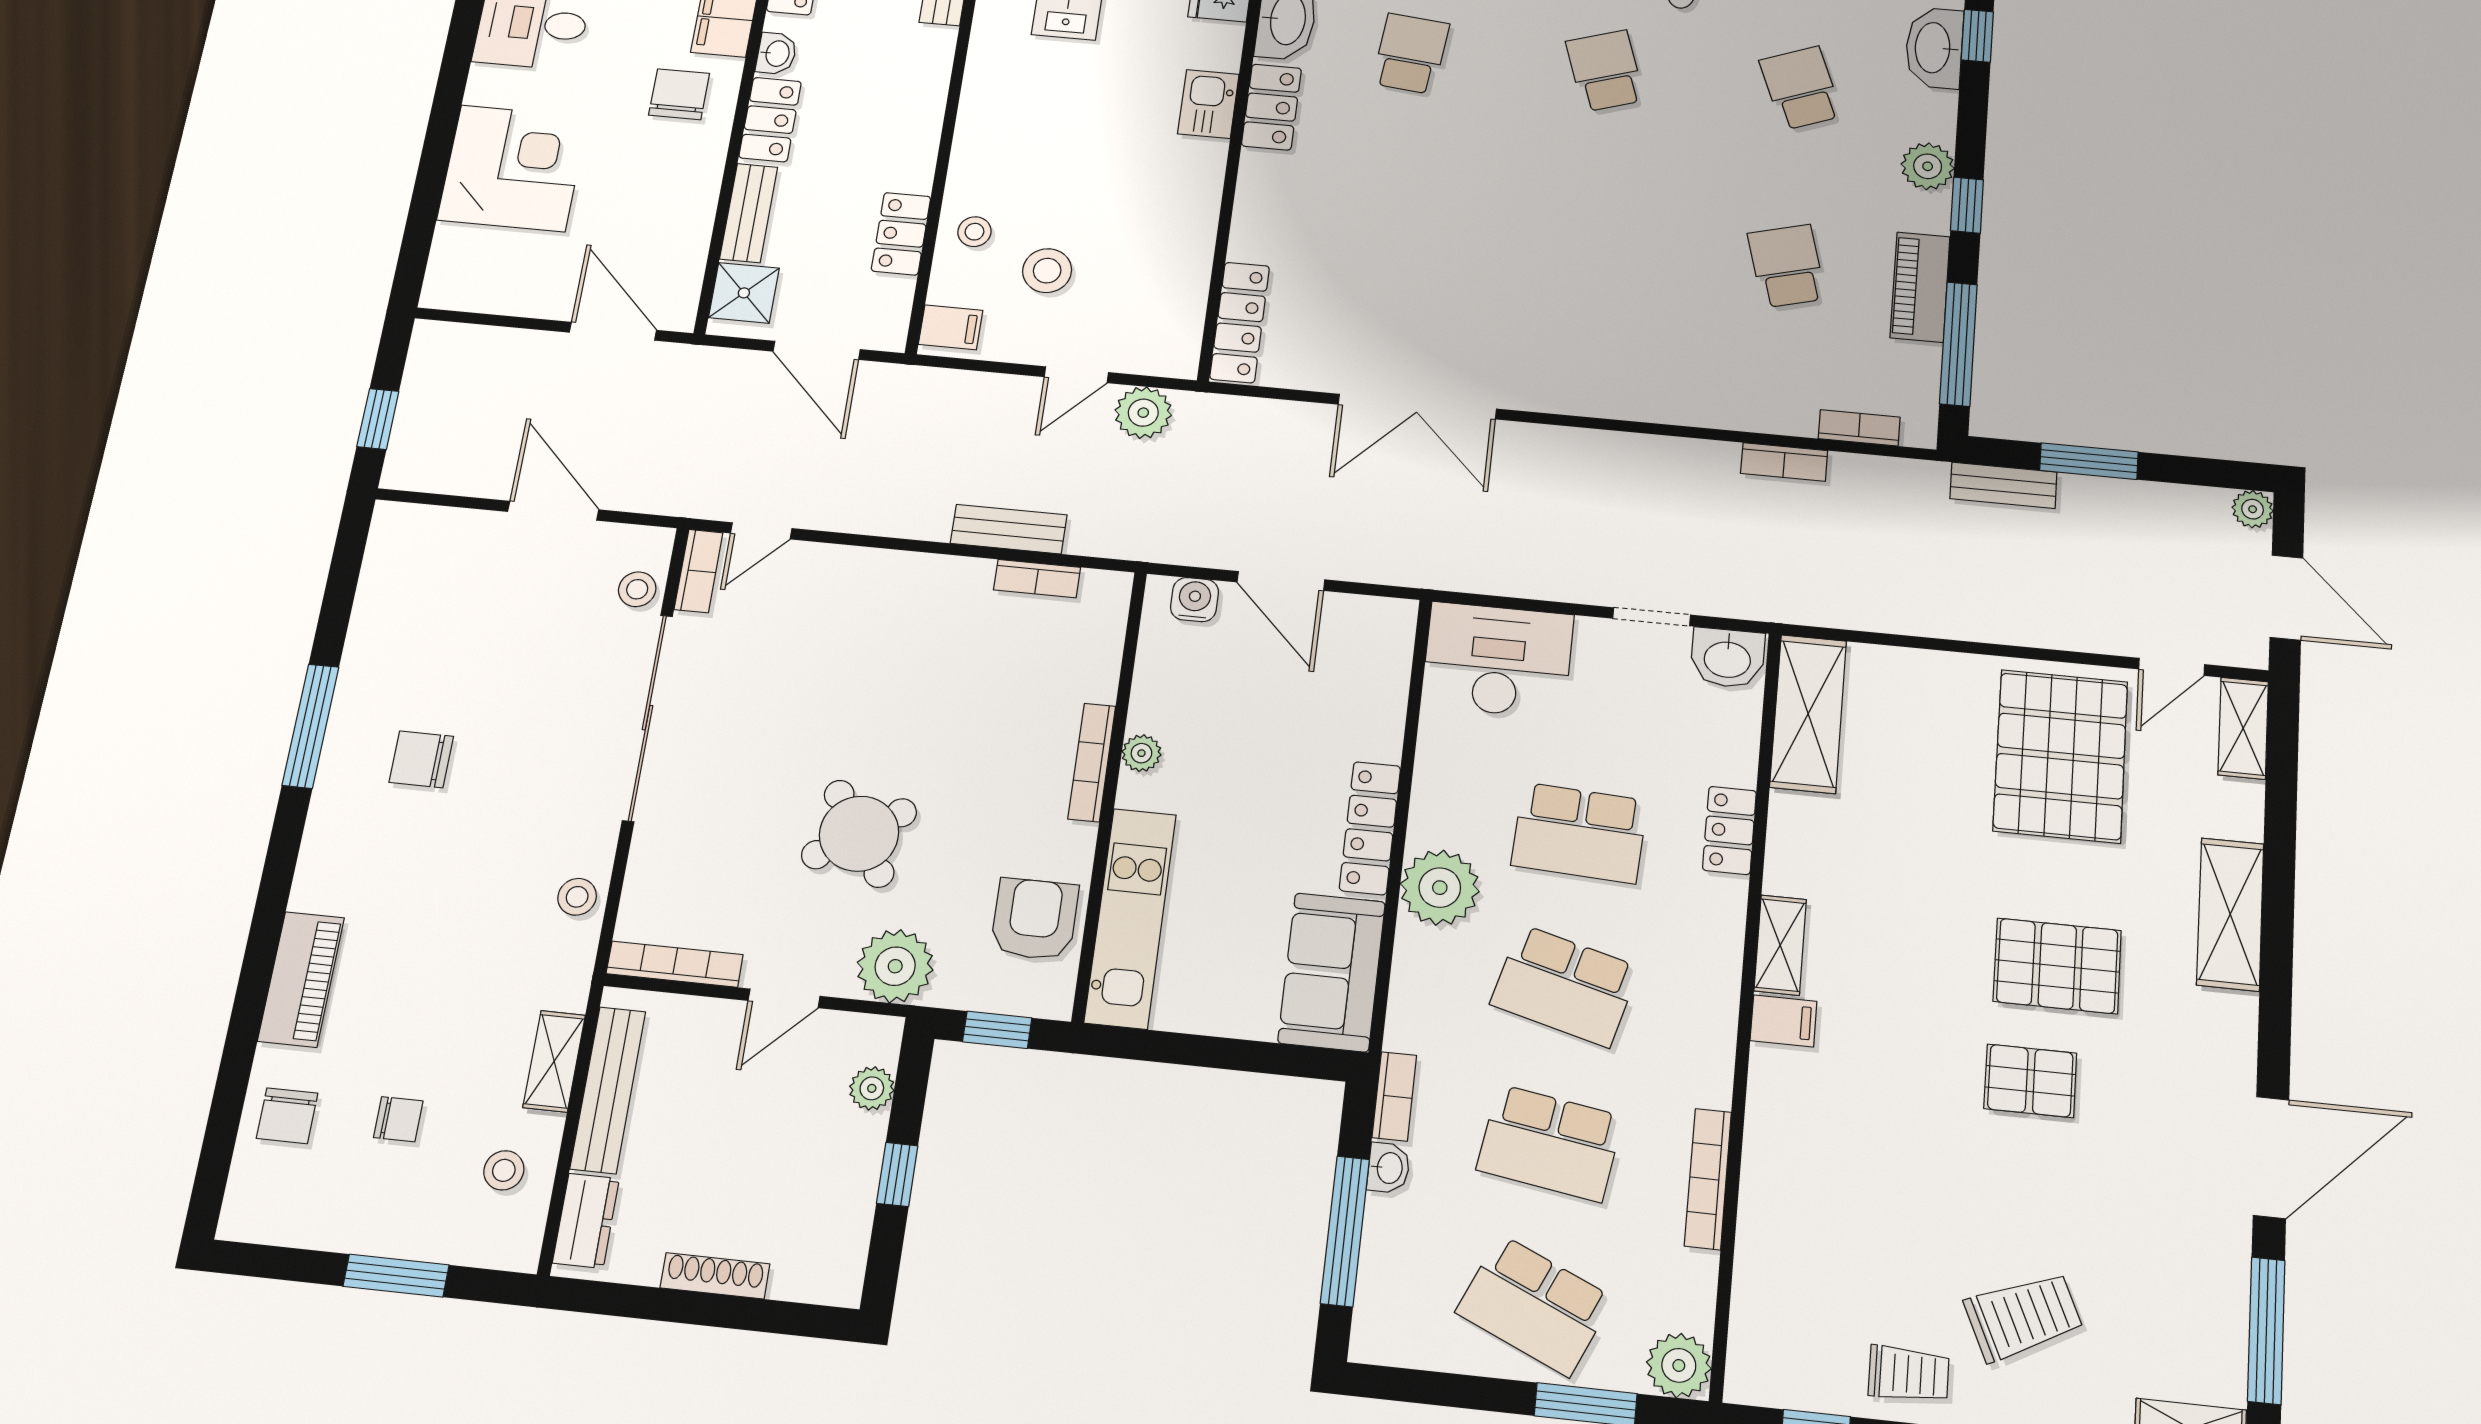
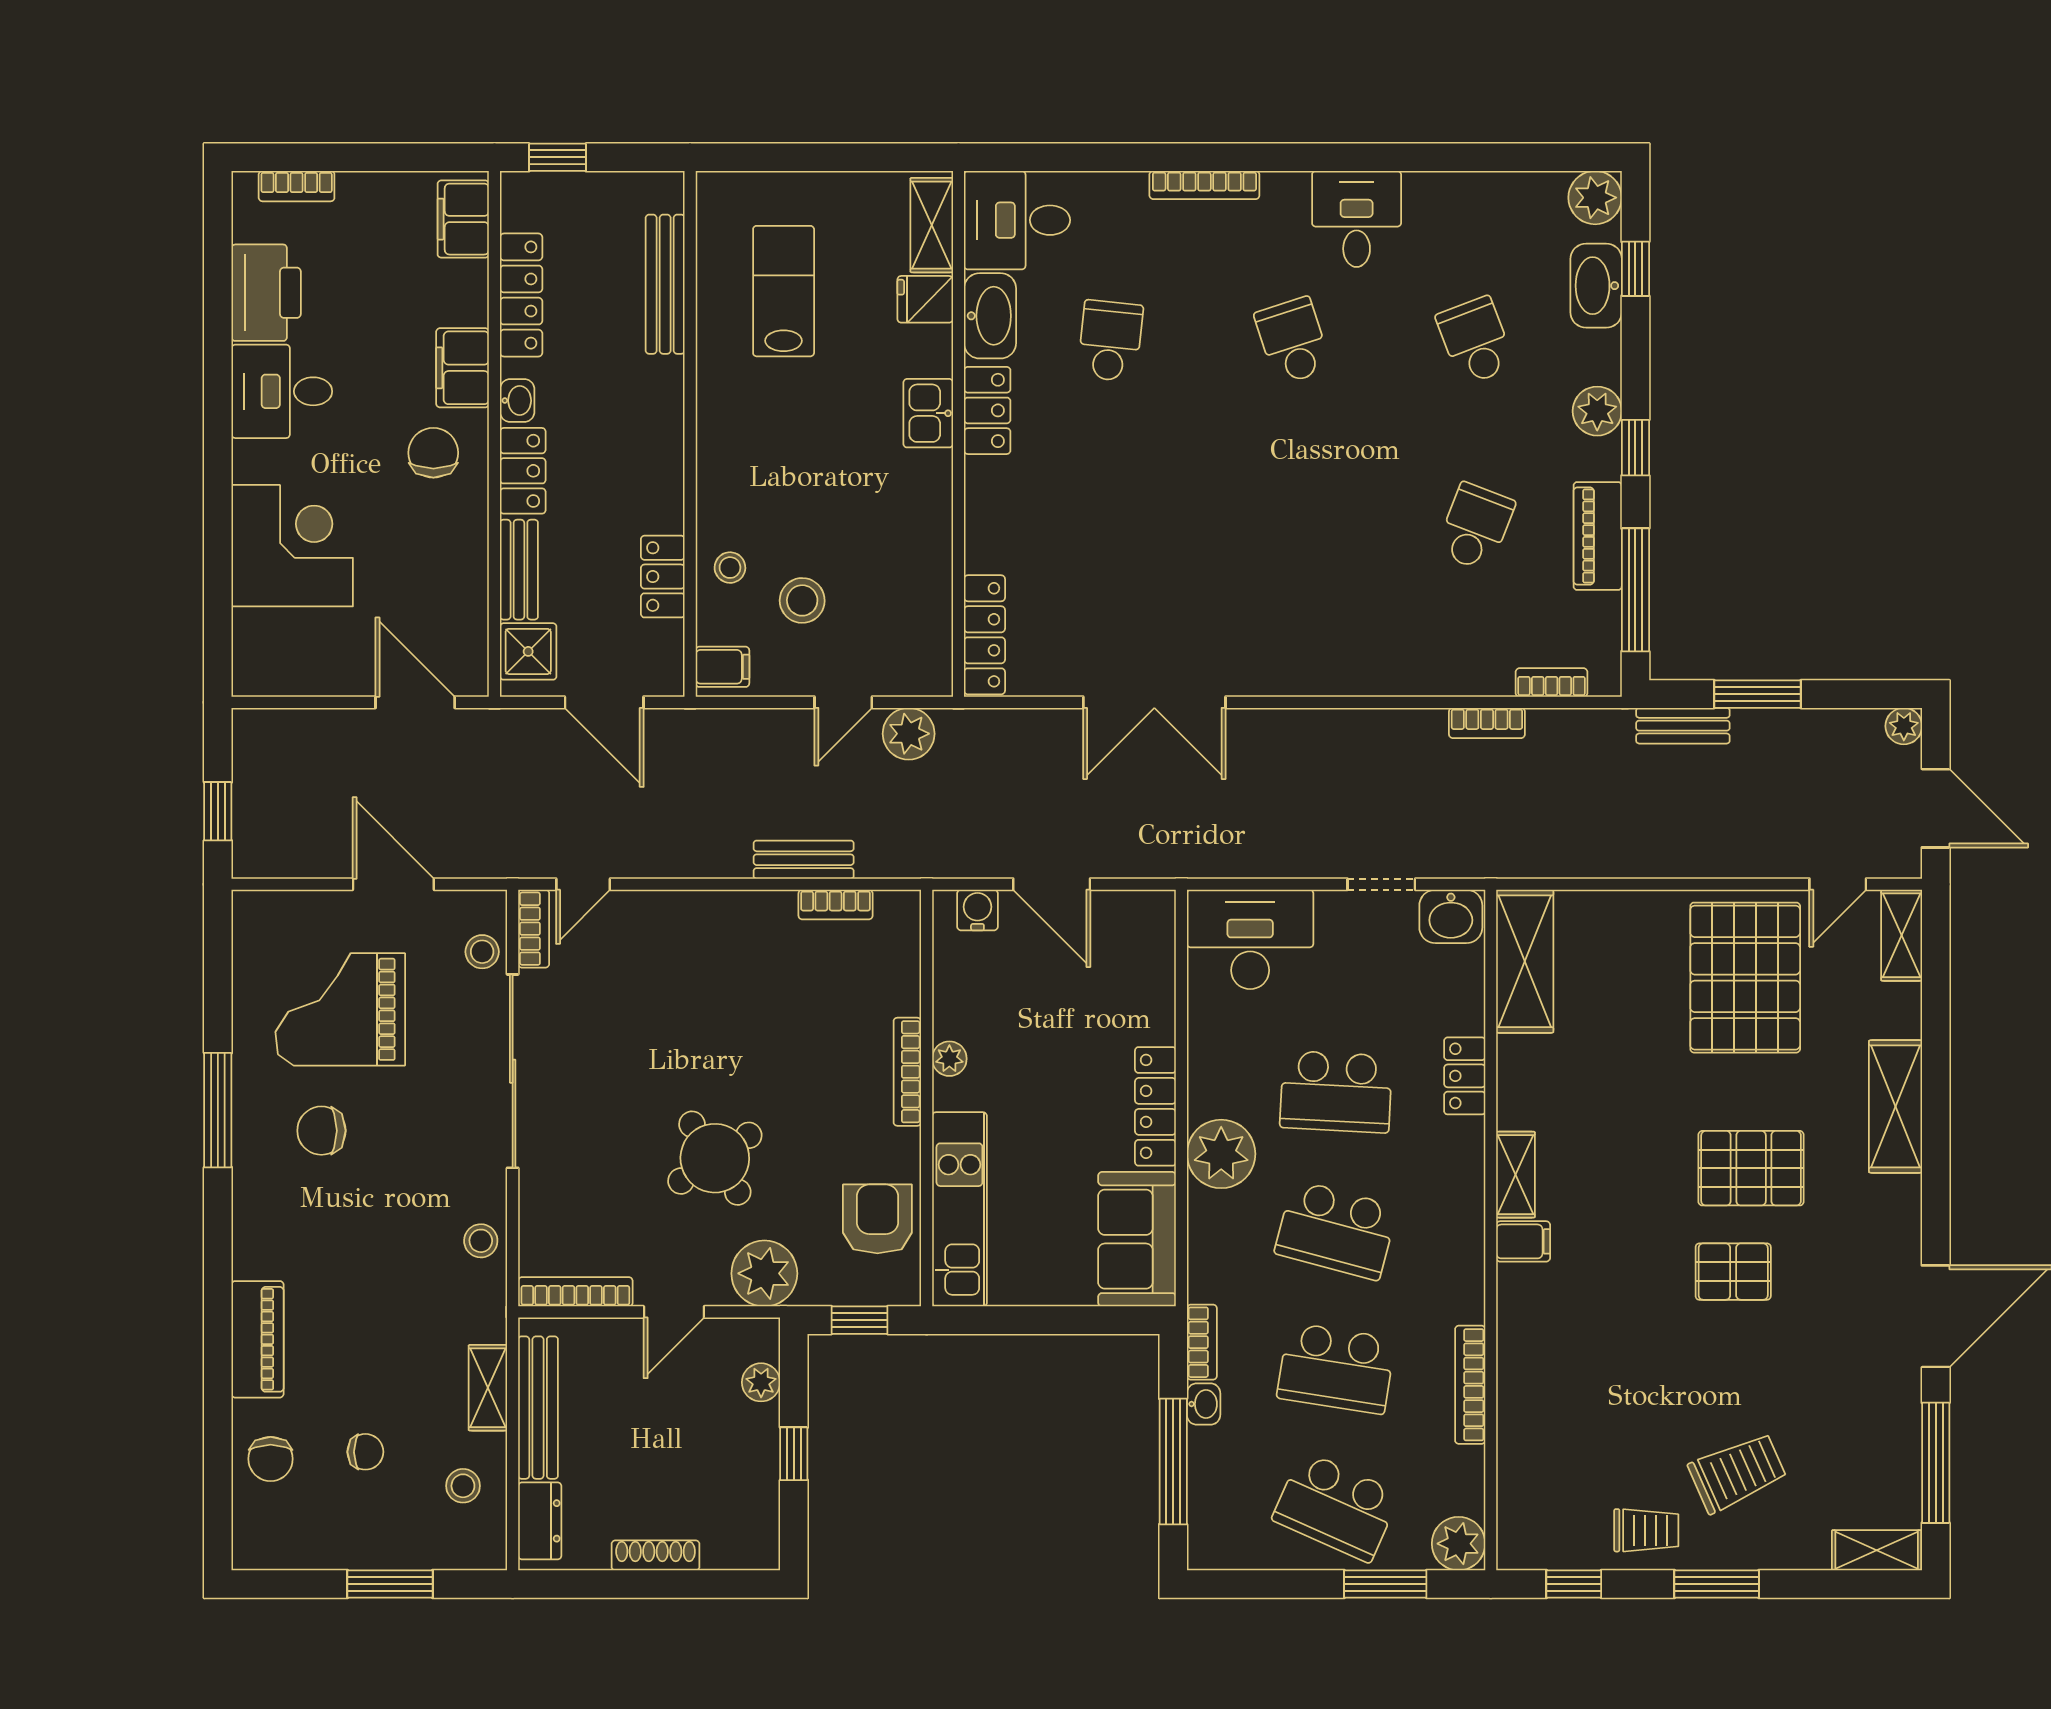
school desk: (1787, 266) -> (1475, 527), turned 36
grand piano: (469, 634) -> (340, 1009), added

